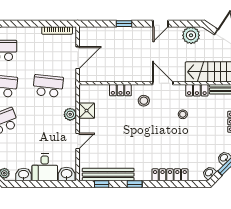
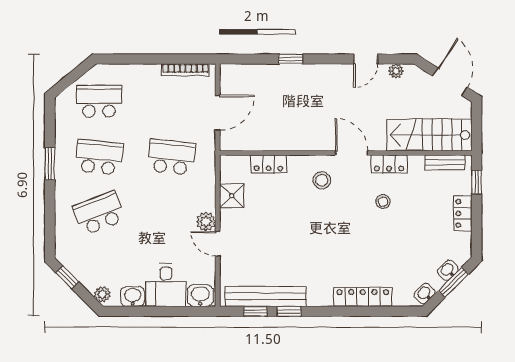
door: (161, 24) -> (366, 59), moved
plant: (191, 35) -> (396, 71), width x0.53, depth x0.53
locker: (120, 90) -> (268, 164), moved
locker: (197, 90) -> (389, 164), moved
plant: (70, 114) -> (206, 222), moved
door: (78, 141) -> (218, 244), swing flipped
window: (135, 184) -> (289, 311), moved

